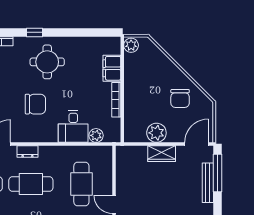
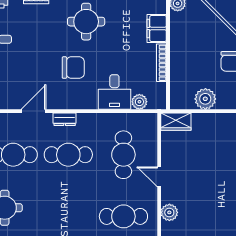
wardrobe: (162, 154) -> (176, 122), moved

